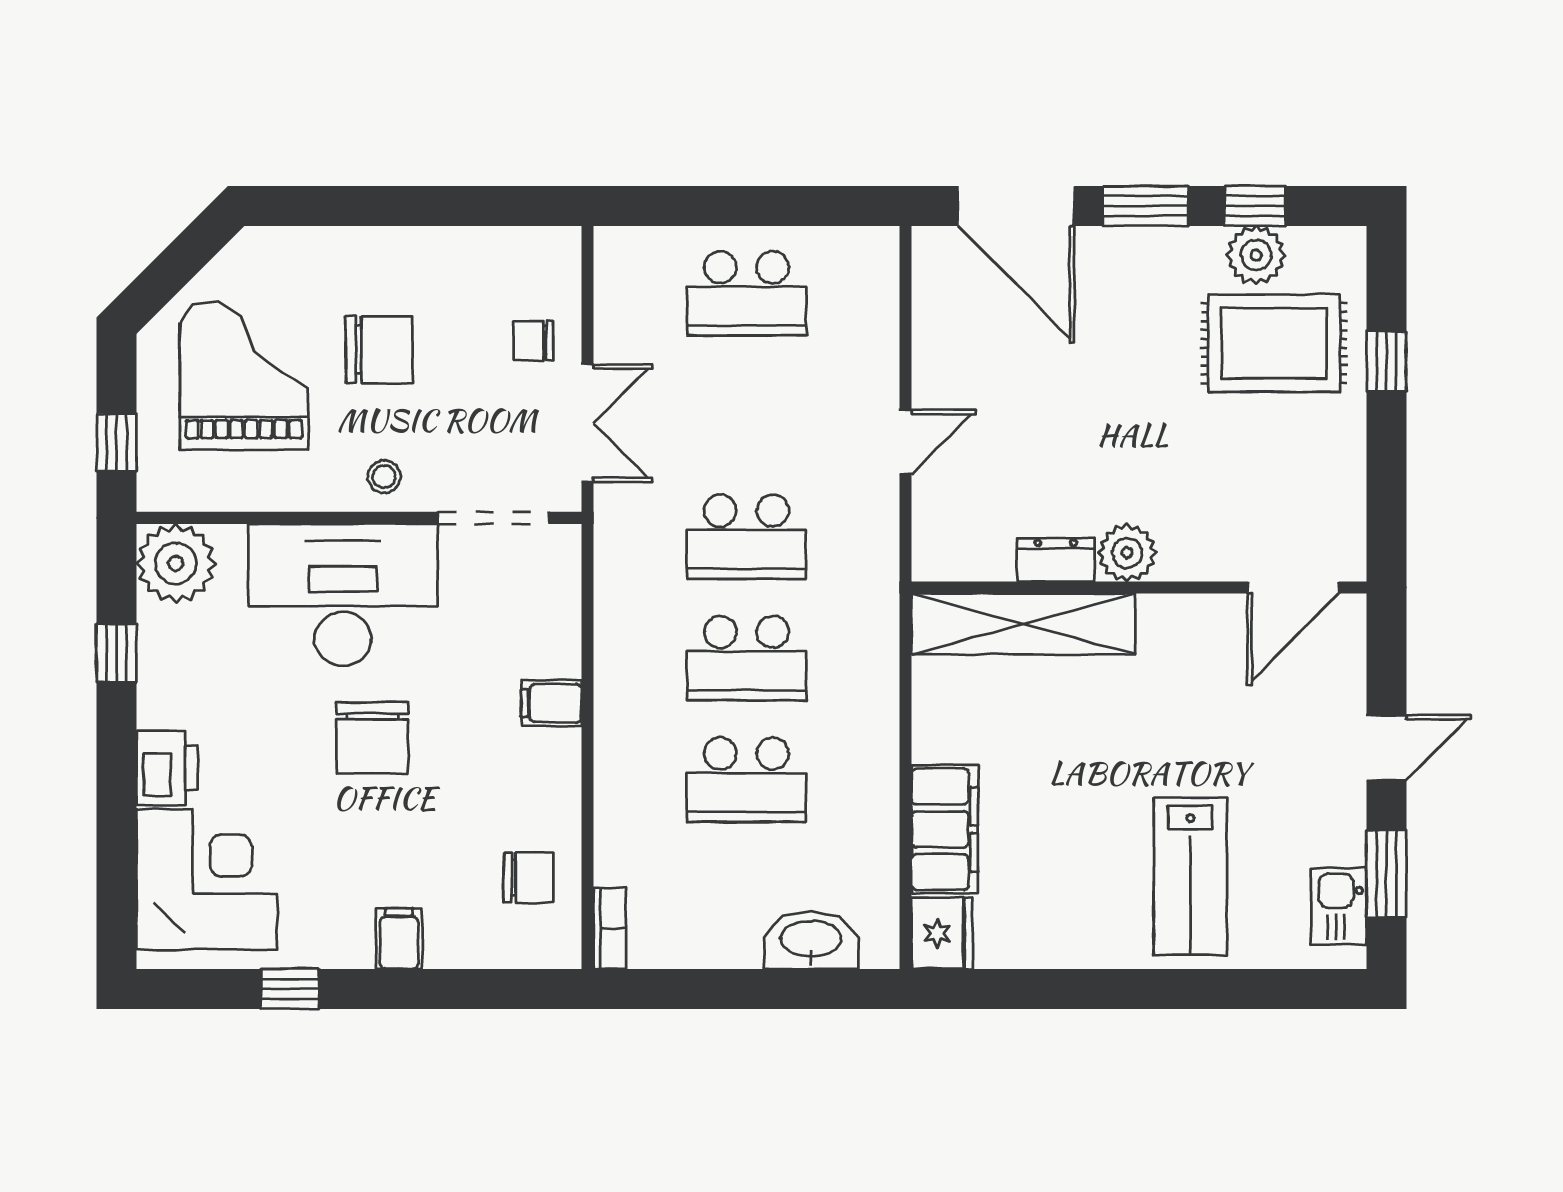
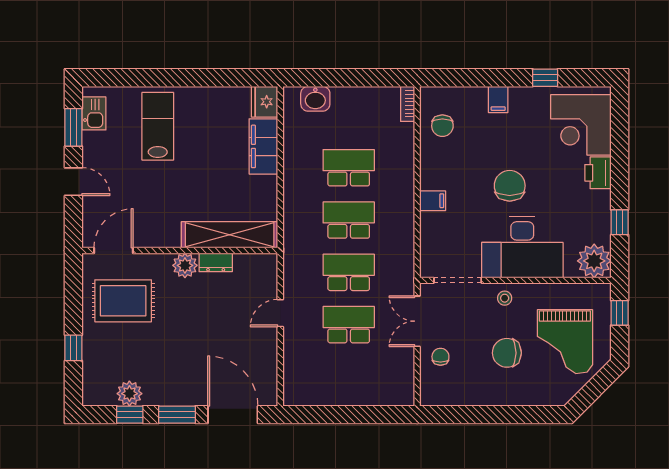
school desk: (747, 293) -> (349, 325), moved
chair: (533, 340) -> (440, 357), turned -90
rug: (1274, 343) -> (123, 301), moved
door: (1386, 748) -> (73, 182), swing flipped
chair: (529, 878) -> (442, 126), turned -90
washbasin: (811, 940) -> (315, 99), width x0.72

